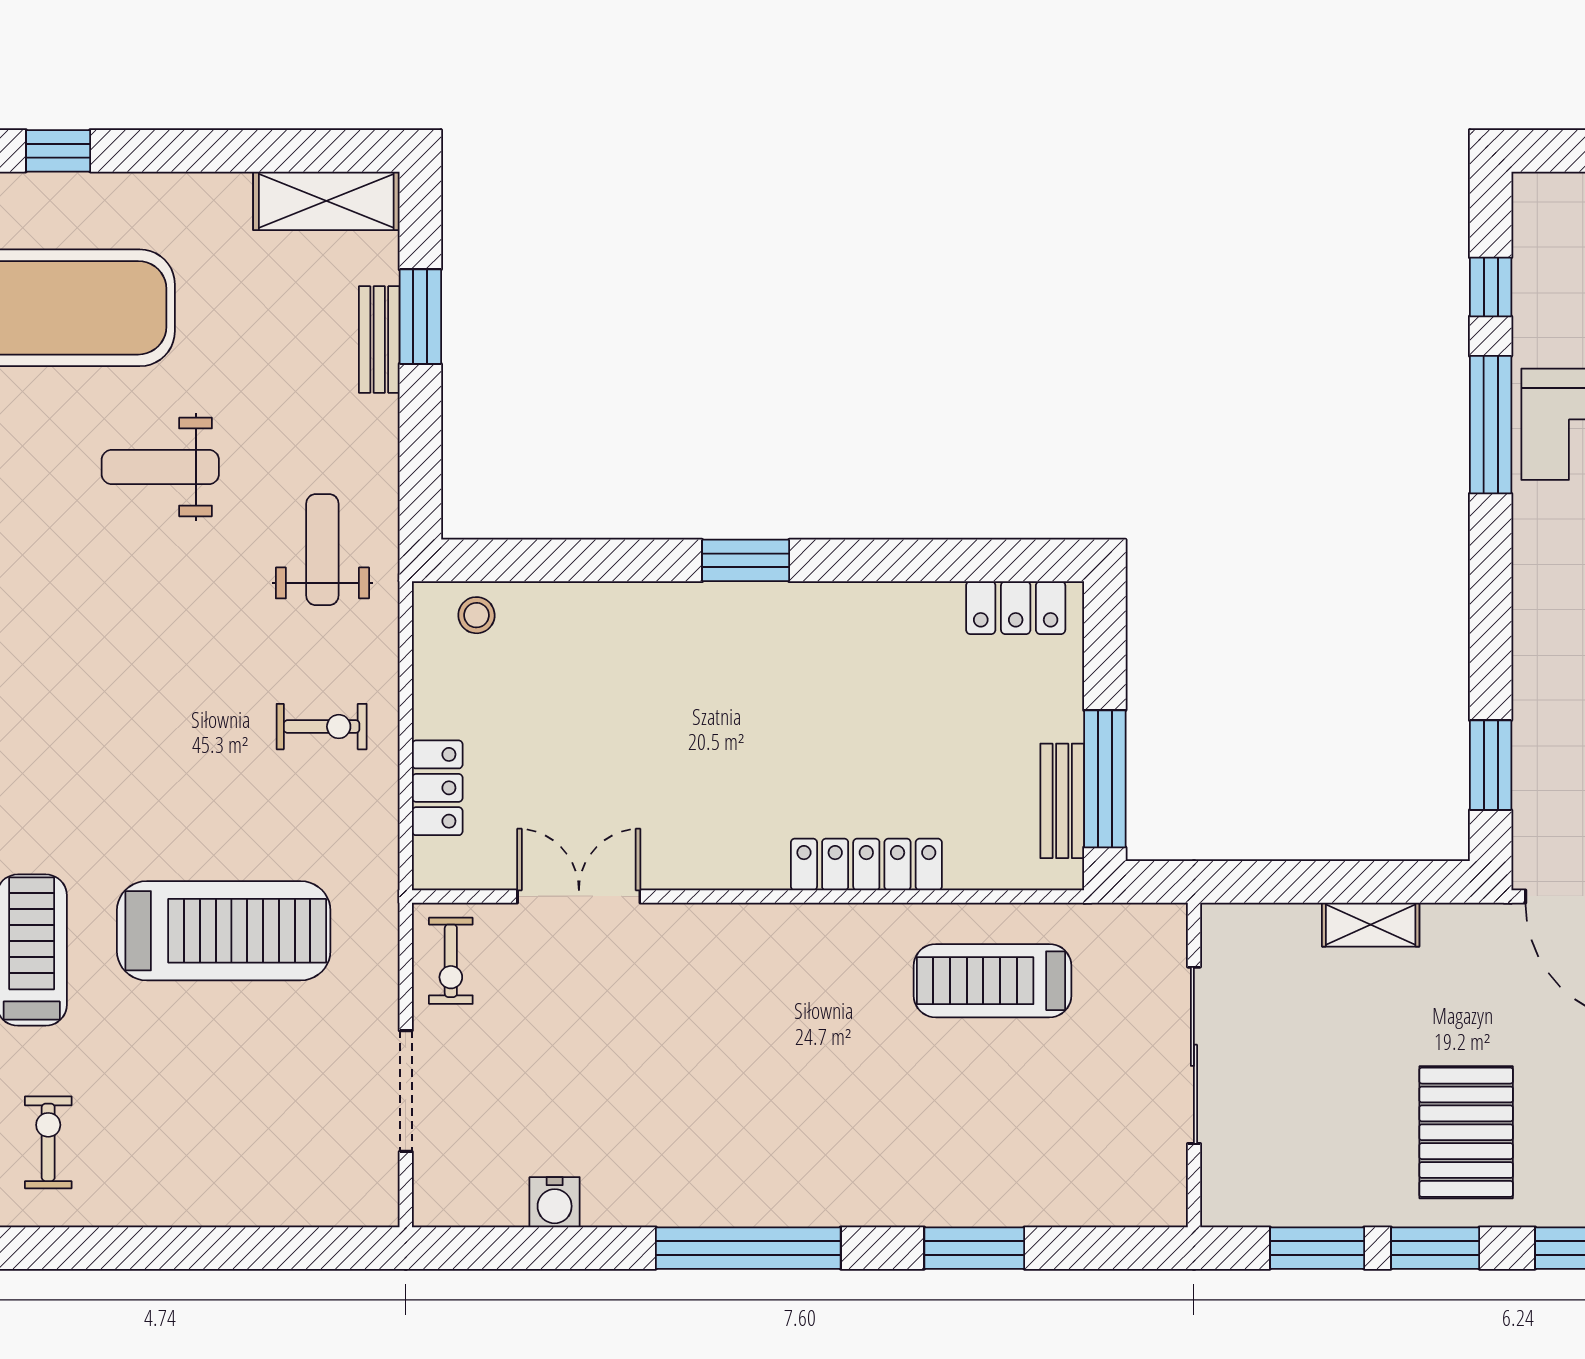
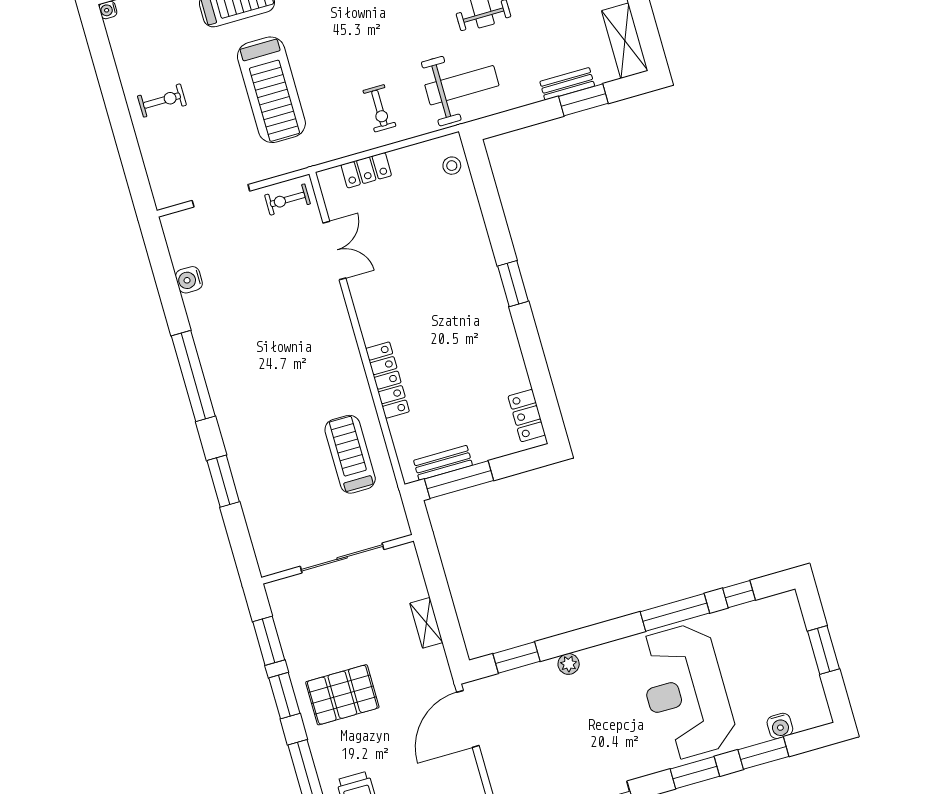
weight bench: (322, 550) -> (462, 85), width x1.36, depth x1.33
plant: (1533, 665) -> (569, 664), added
exercise bike: (48, 1142) -> (162, 101), moved

